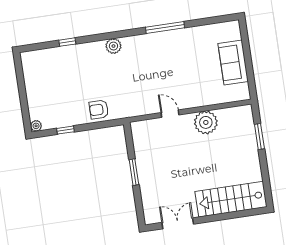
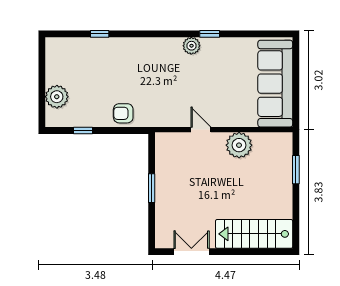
window: (165, 28) -> (210, 34), width x0.46
plant: (113, 46) -> (191, 46), moved
sofa: (233, 62) -> (275, 84), width x1.85, depth x1.27
plant: (36, 126) -> (57, 97), moved, width x1.87, depth x1.87

